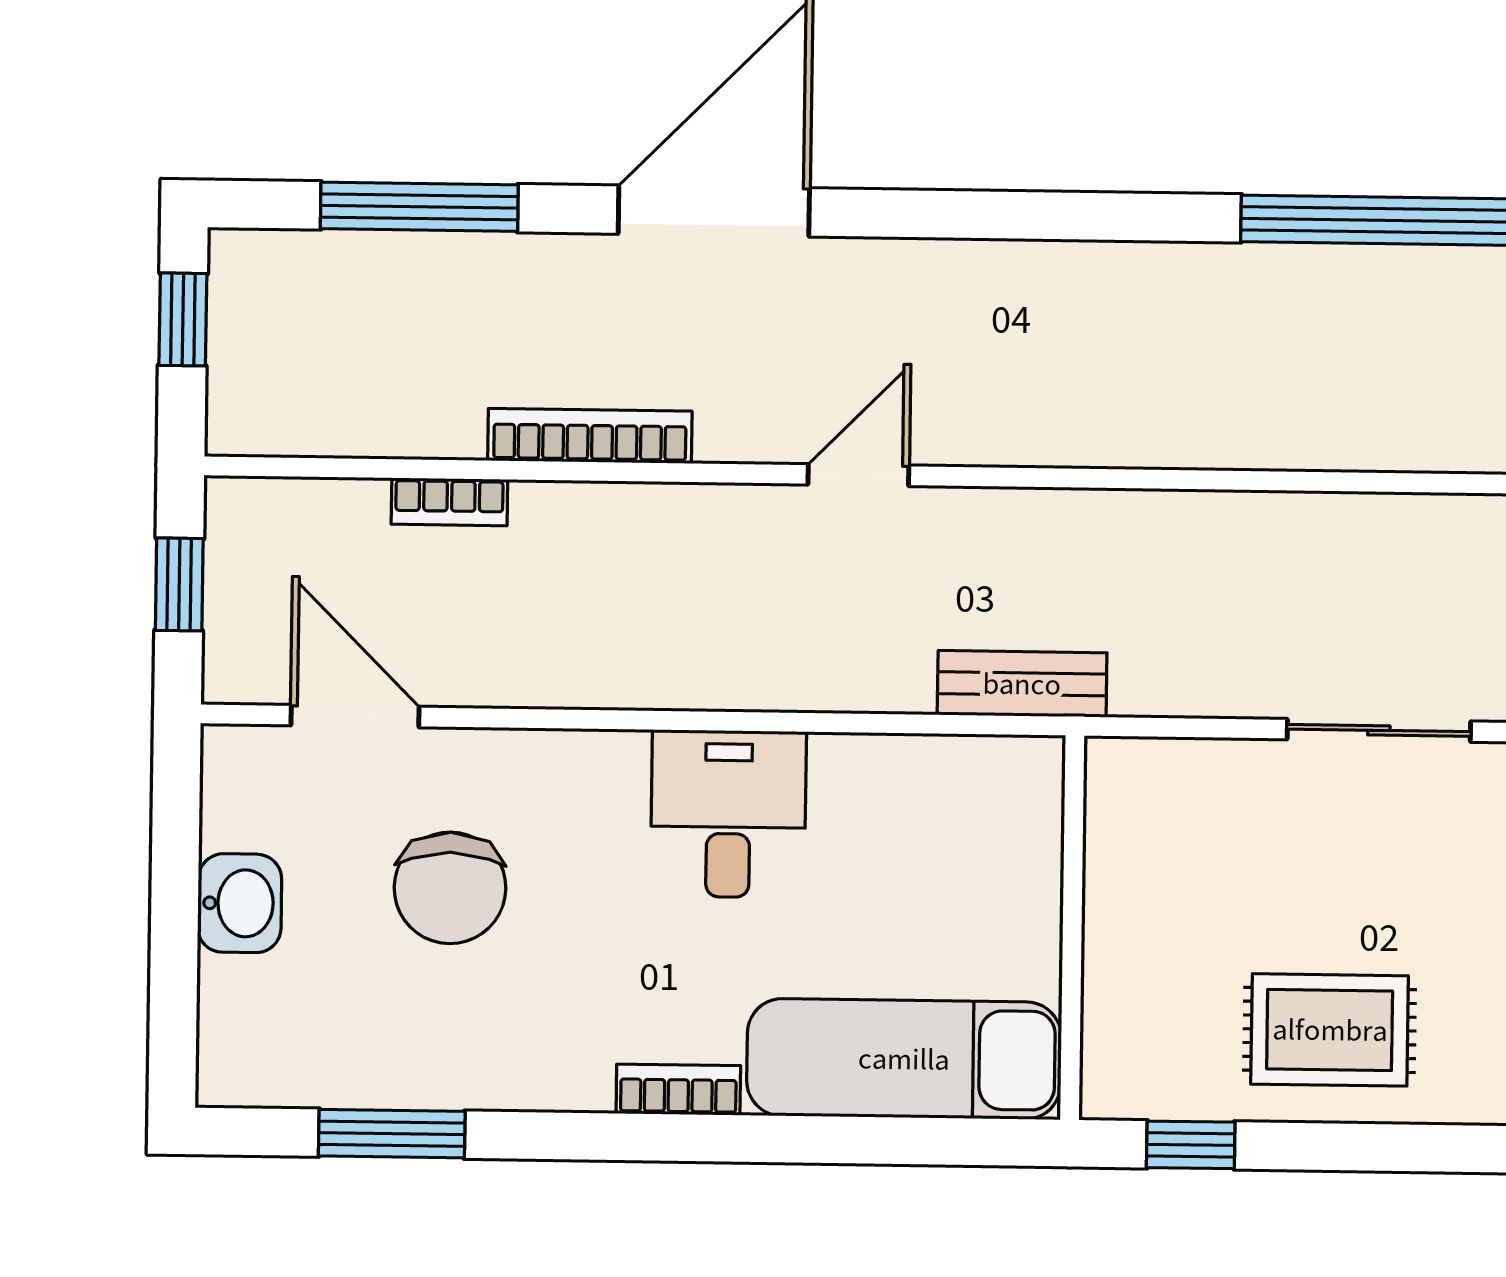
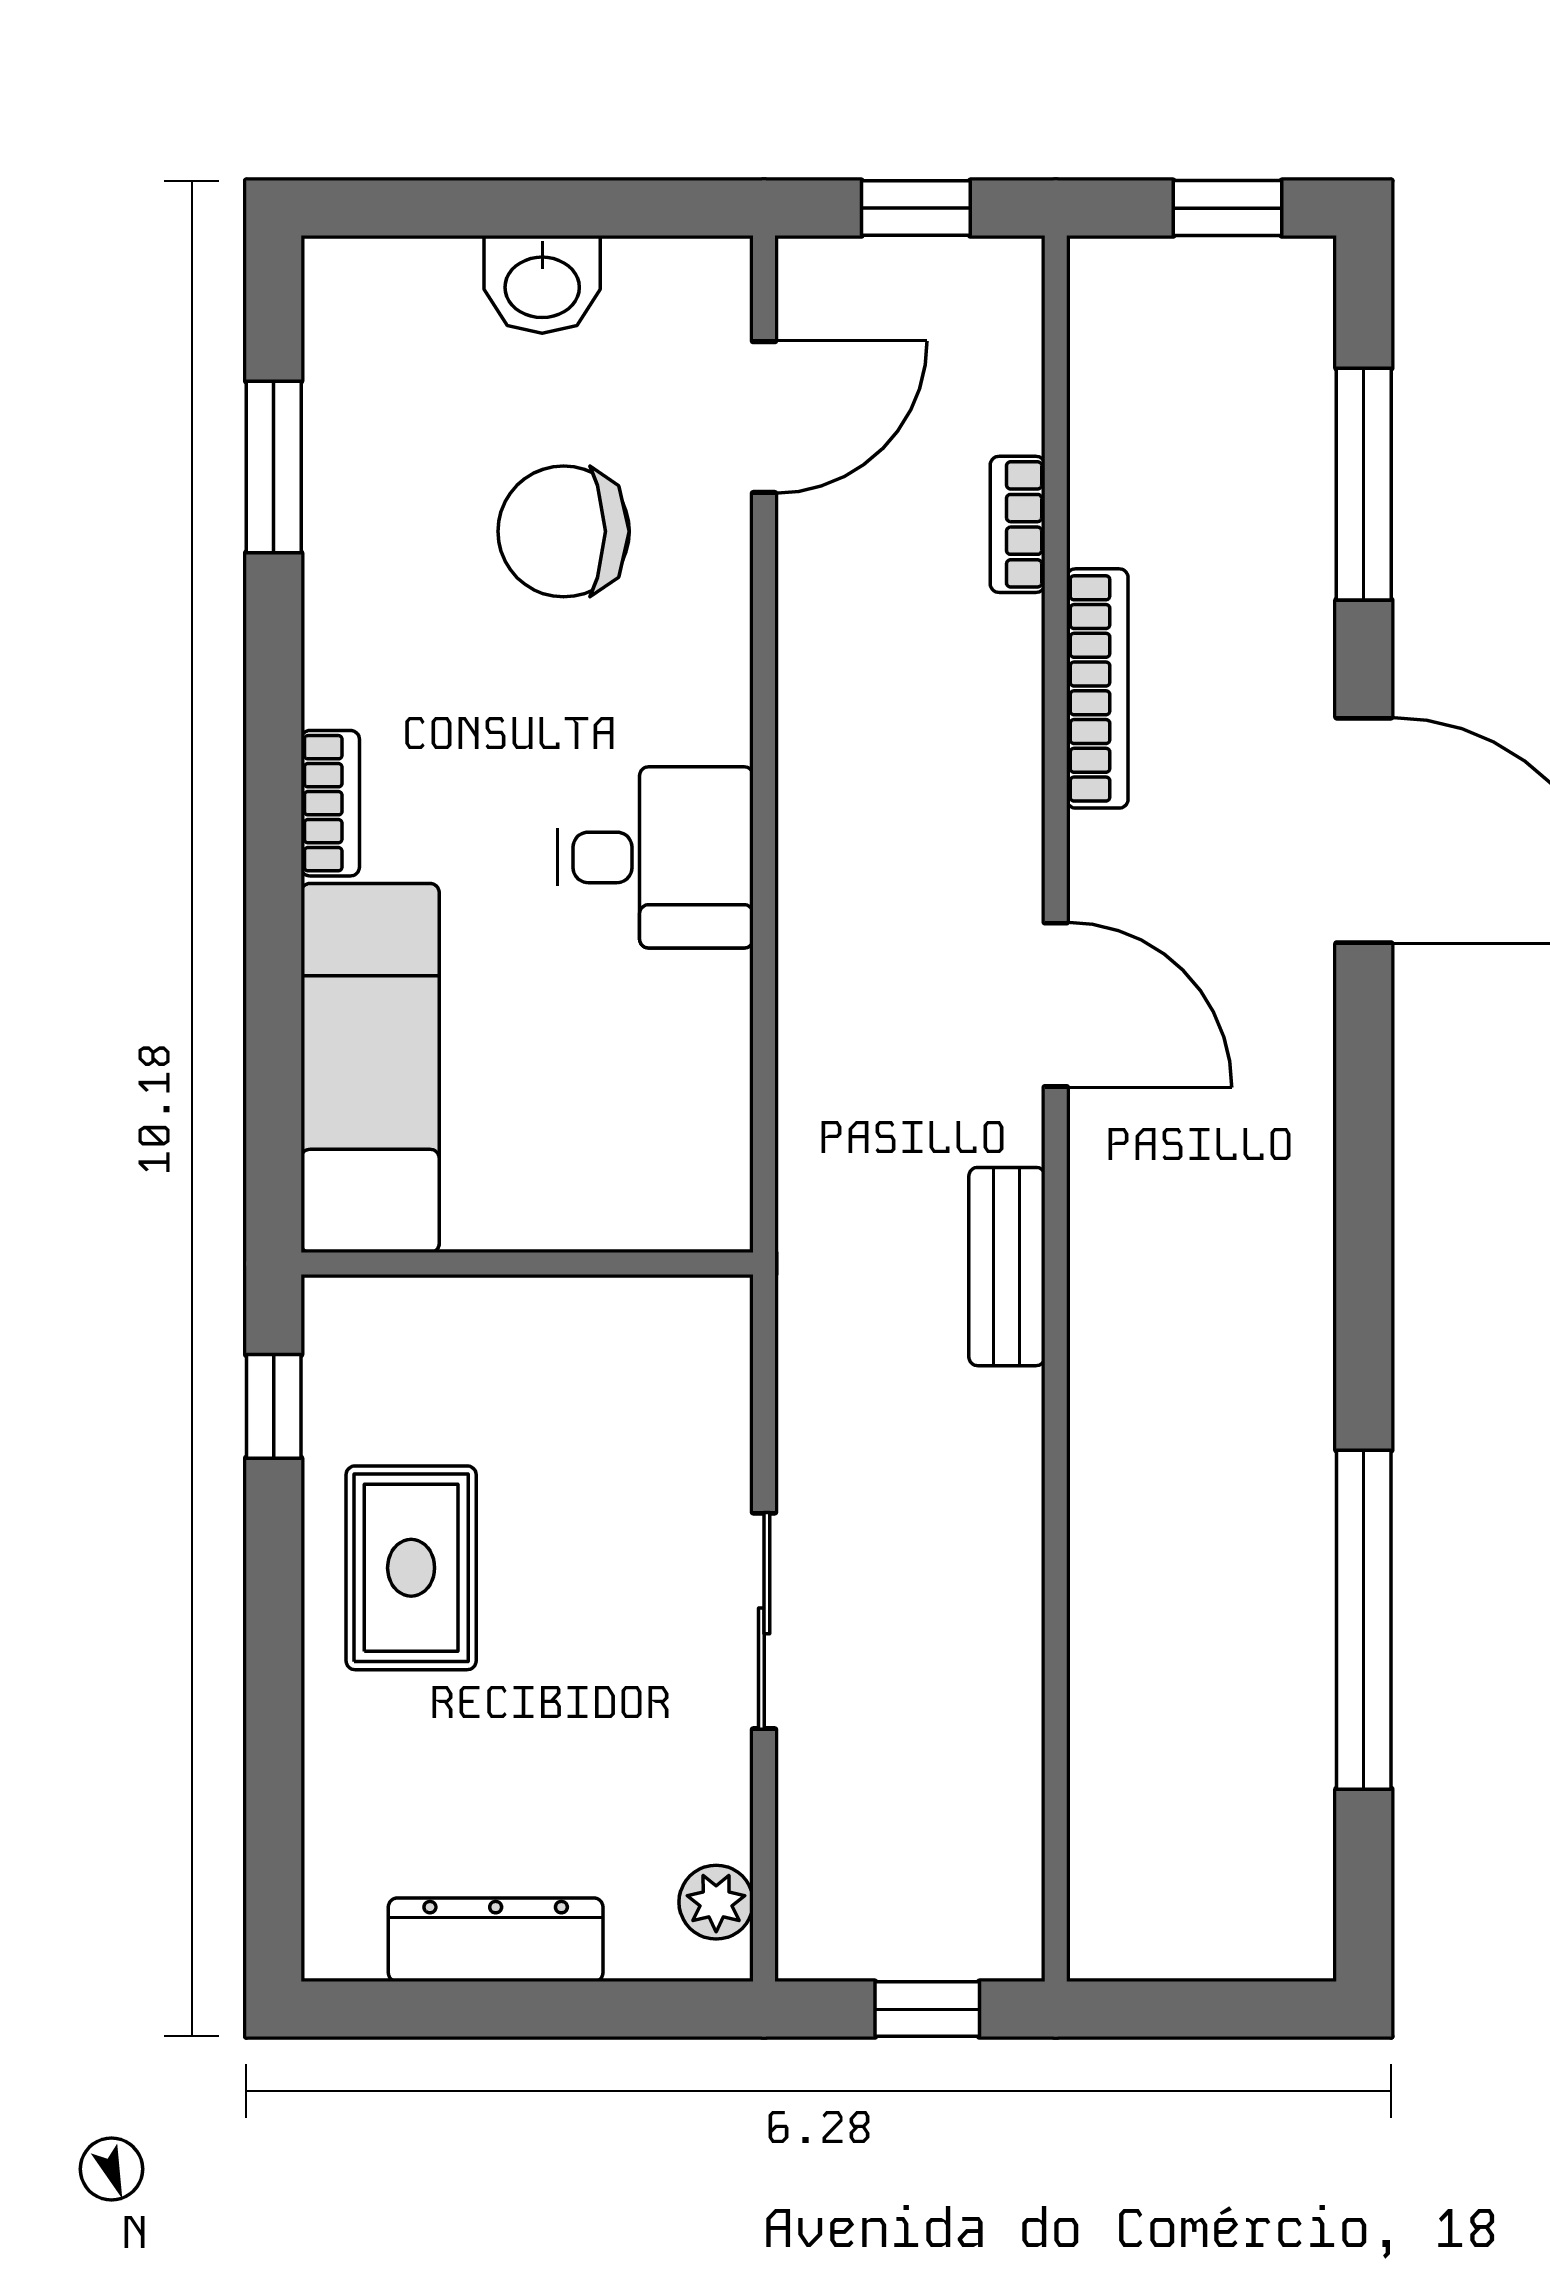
door: (858, 475) -> (1056, 1005), width x1.38
bench: (1022, 684) -> (1007, 1267), moved

